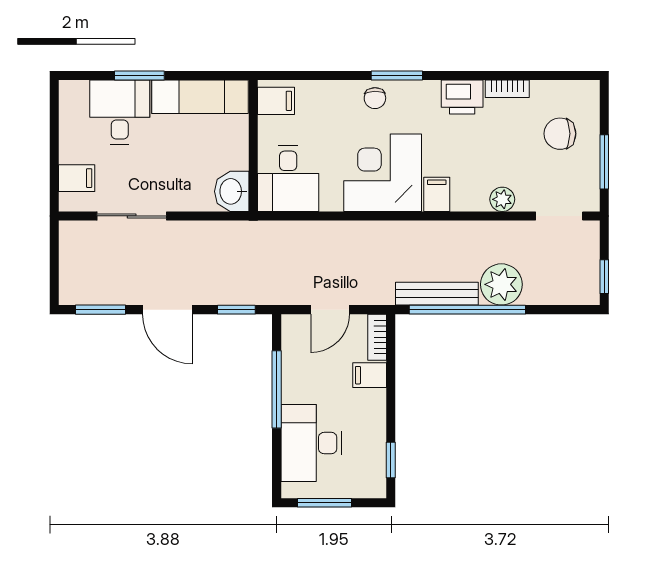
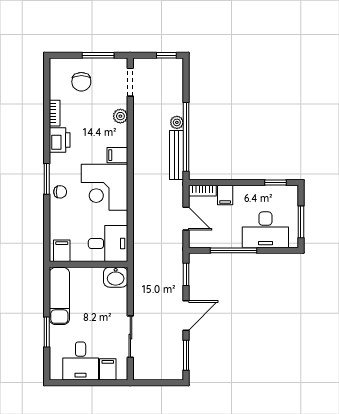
desk: (120, 112) -> (81, 361), moved, turned -90
plant: (501, 284) -> (177, 122), width x0.53, depth x0.53

